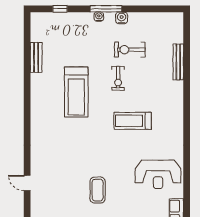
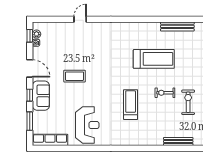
bench: (36, 57) -> (177, 26), width x1.36
treadmill: (76, 92) -> (154, 59), turned 180
reception desk: (158, 174) -> (87, 125), turned 180

